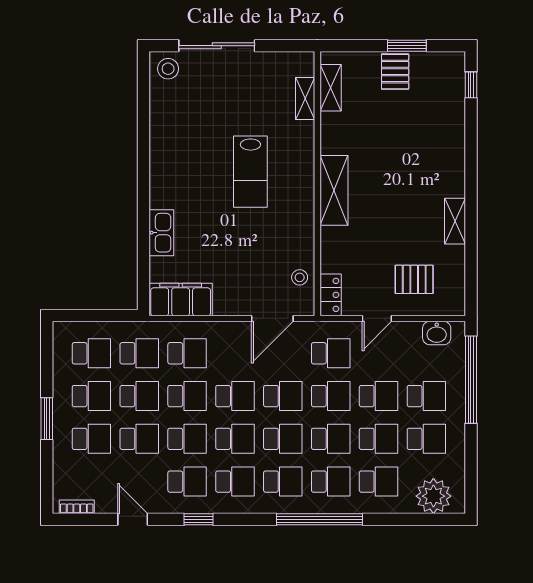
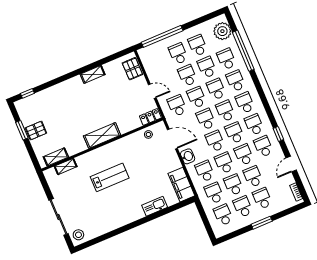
pallet: (414, 279) -> (132, 69), moved
washbasin: (437, 333) -> (188, 156), moved
window: (320, 519) -> (243, 51), moved

